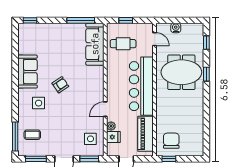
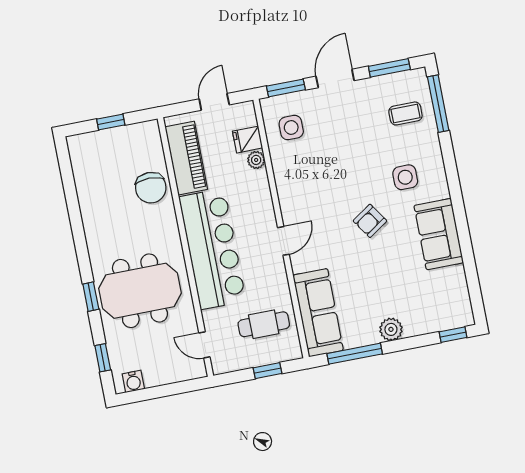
water cooler: (176, 28) -> (133, 381), moved
plant: (60, 29) -> (391, 329), added
door: (105, 109) -> (283, 241), moved
chair: (171, 141) -> (151, 188), moved
window: (169, 159) -> (111, 122), moved

